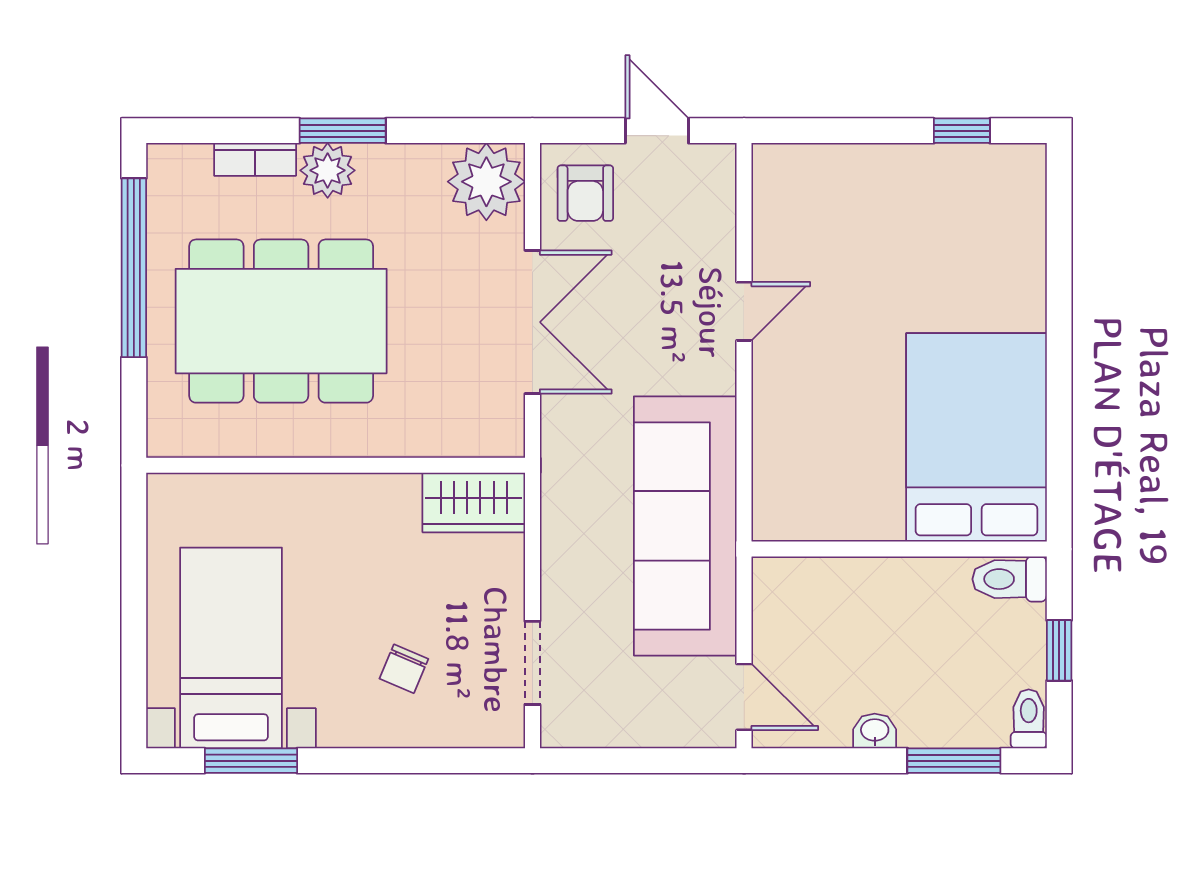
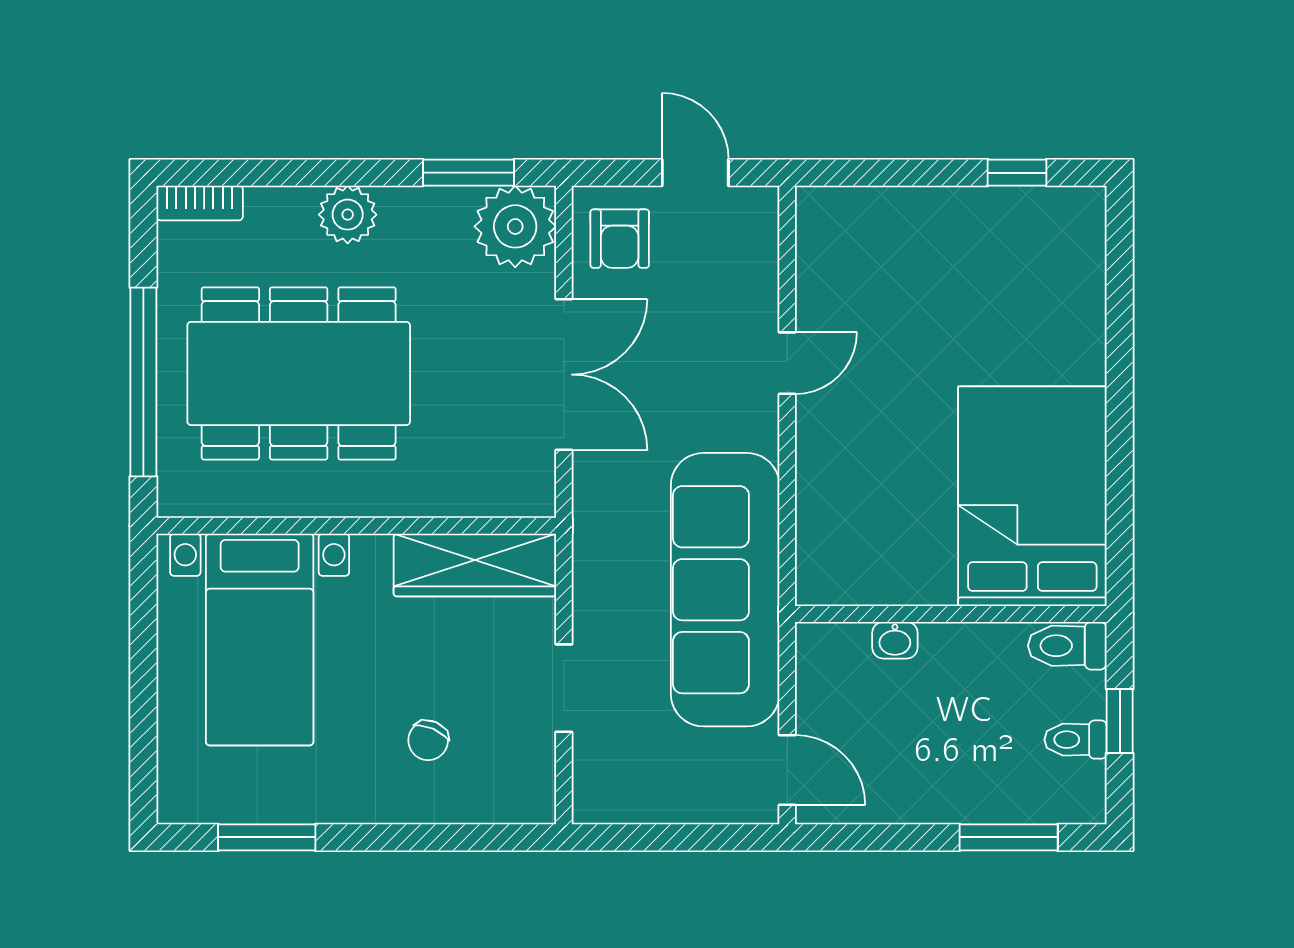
window: (343, 131) -> (469, 173), moved
bookcase: (255, 159) -> (200, 203), moved
window: (134, 268) -> (143, 382), moved
wardrobe: (474, 503) -> (475, 565), width x1.50
bed with nightstands: (231, 648) -> (260, 639), moved, turned 180
doorway: (532, 663) -> (564, 688), moved
toilet: (1029, 719) -> (1075, 740), moved, turned -90
washbasin: (875, 731) -> (895, 640), moved, turned 180

